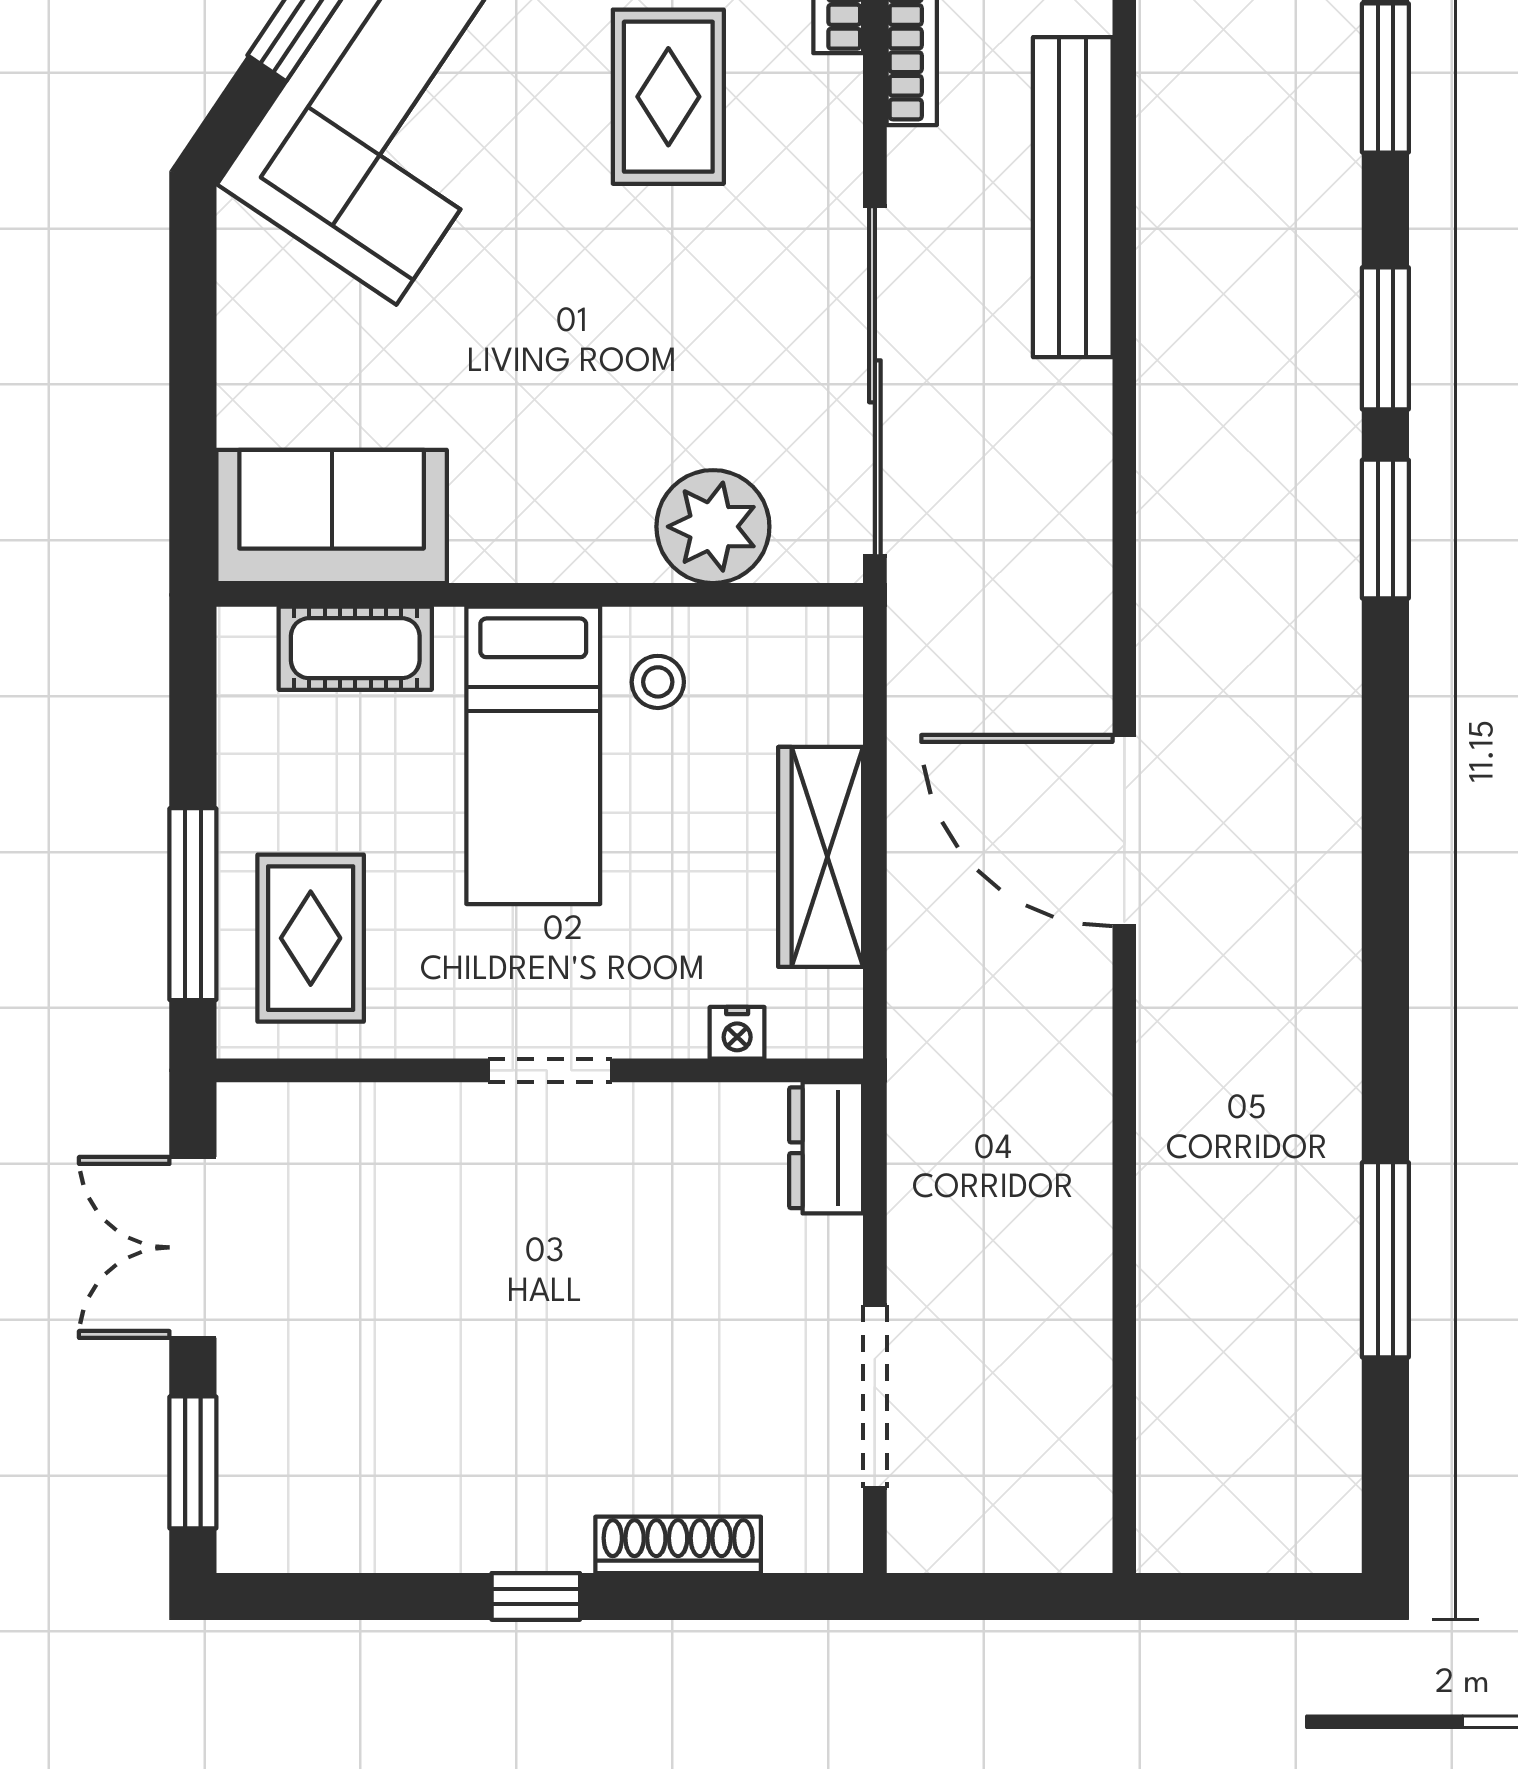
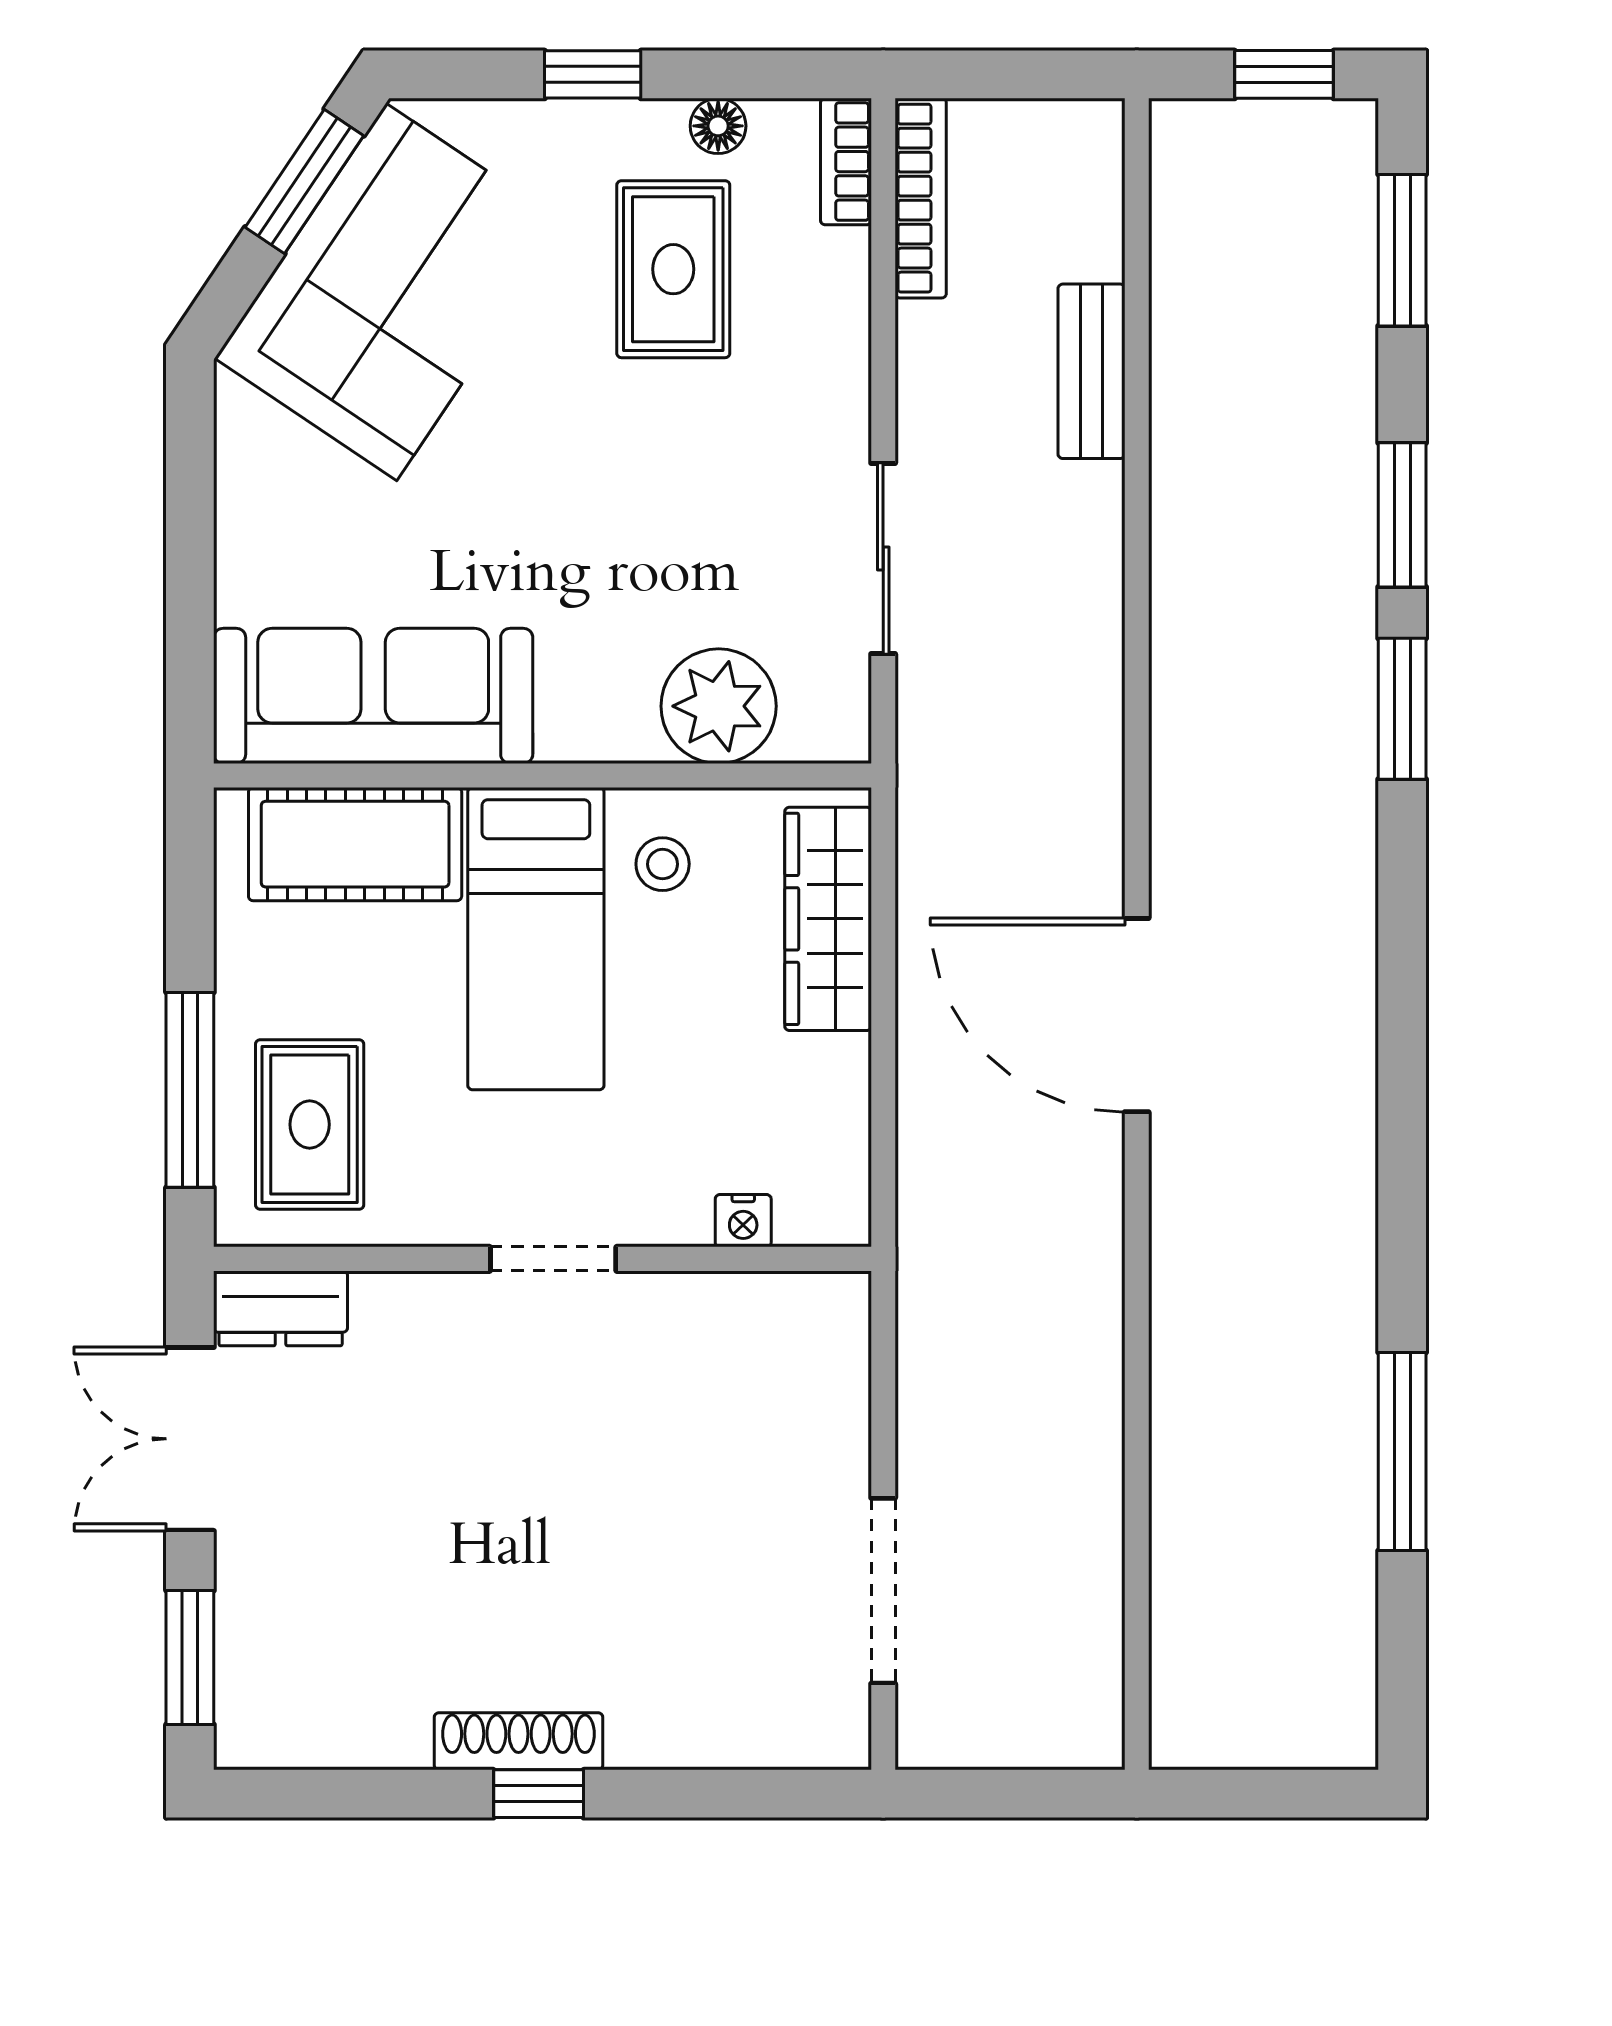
bench: (1073, 197) -> (1092, 371), width x0.54, depth x0.82
sliding door: (875, 381) -> (883, 558), width x0.54
sofa: (332, 517) -> (373, 696), width x1.36
cot: (355, 648) -> (355, 844), width x1.37, depth x1.34
wardrobe: (821, 857) -> (828, 919), moved
dresser: (826, 1148) -> (281, 1308), moved, turned -90
shoe rack: (678, 1545) -> (519, 1741), moved

